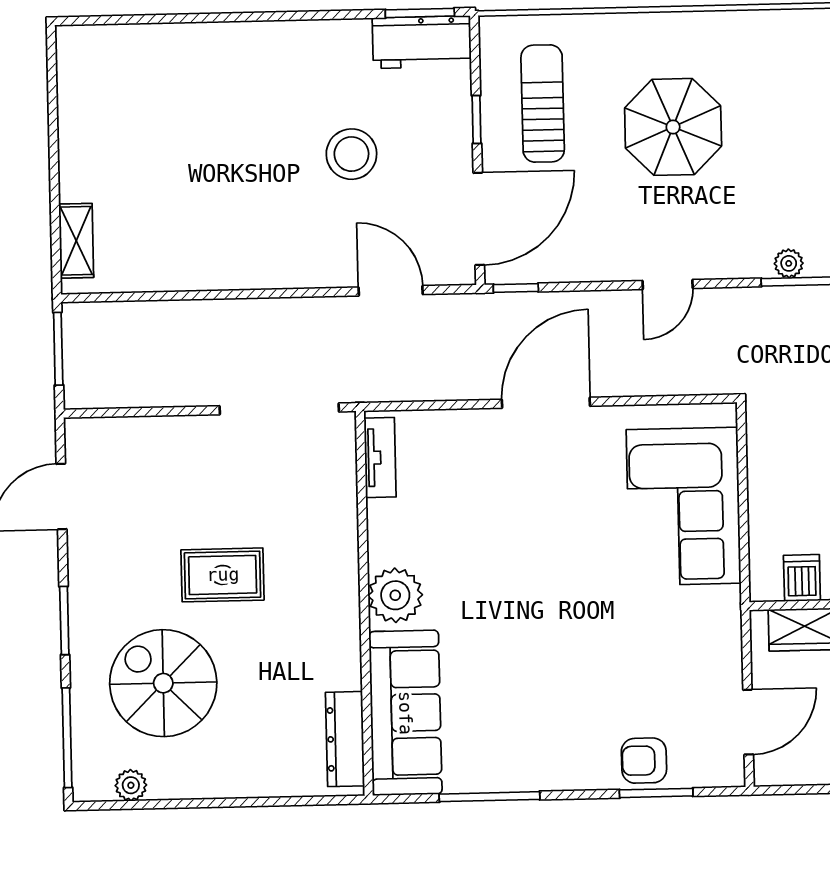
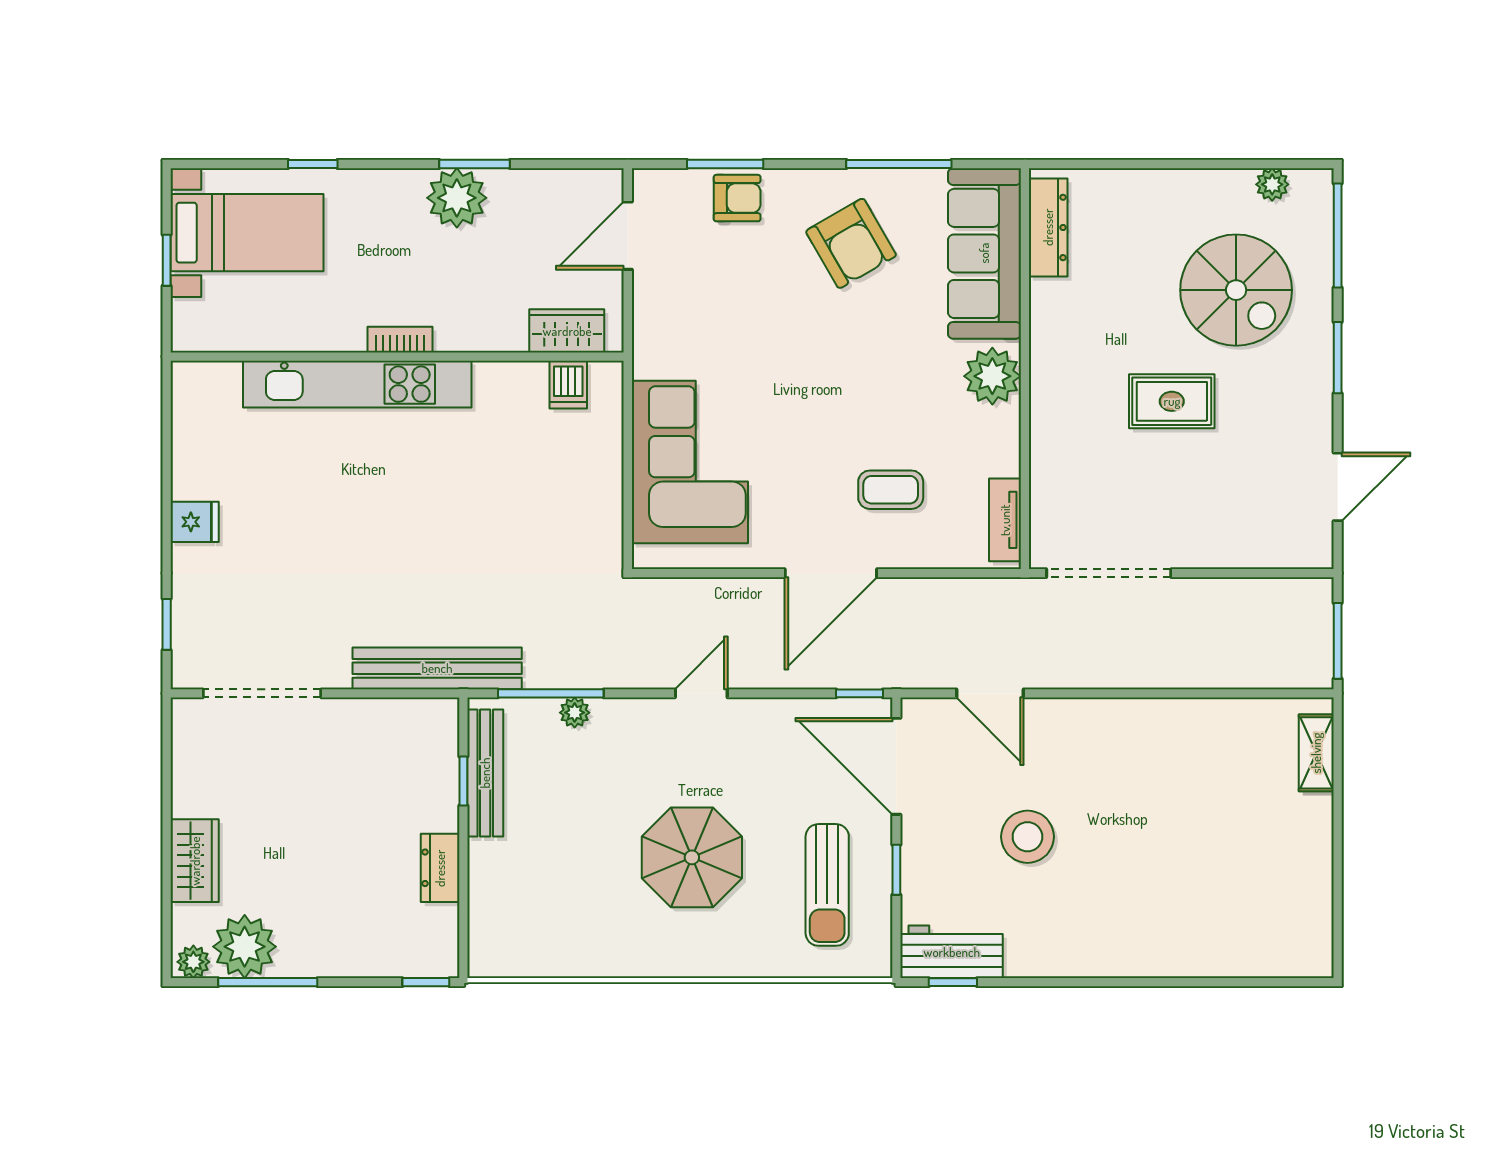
window: (420, 13) -> (953, 982), width x0.67
door: (479, 219) -> (896, 766), hinge flipped
coffee table: (490, 484) -> (891, 490), added
armchair: (534, 720) -> (851, 243), added

